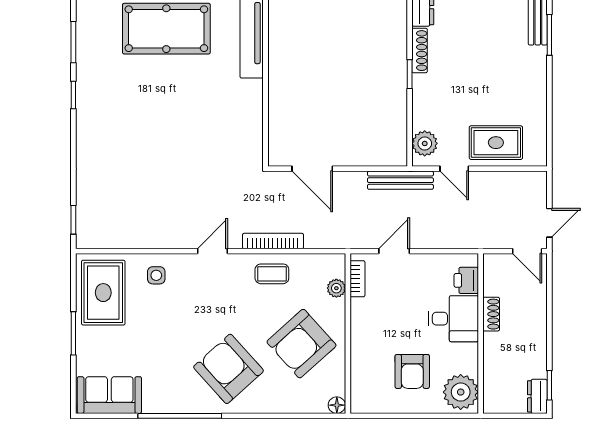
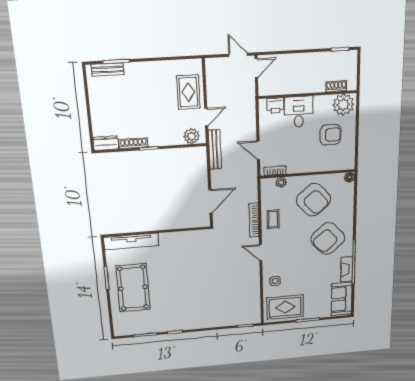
shoe rack: (491, 314) -> (336, 86), moved
dresser: (537, 396) -> (347, 57), removed
fireplace: (167, 403) -> (347, 269), added

